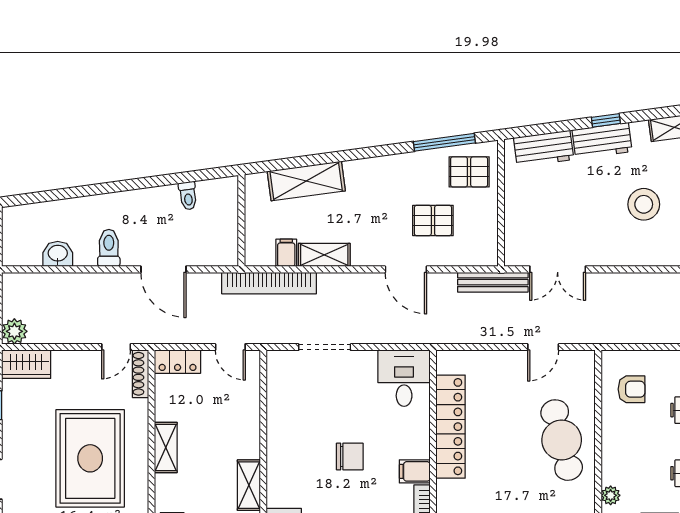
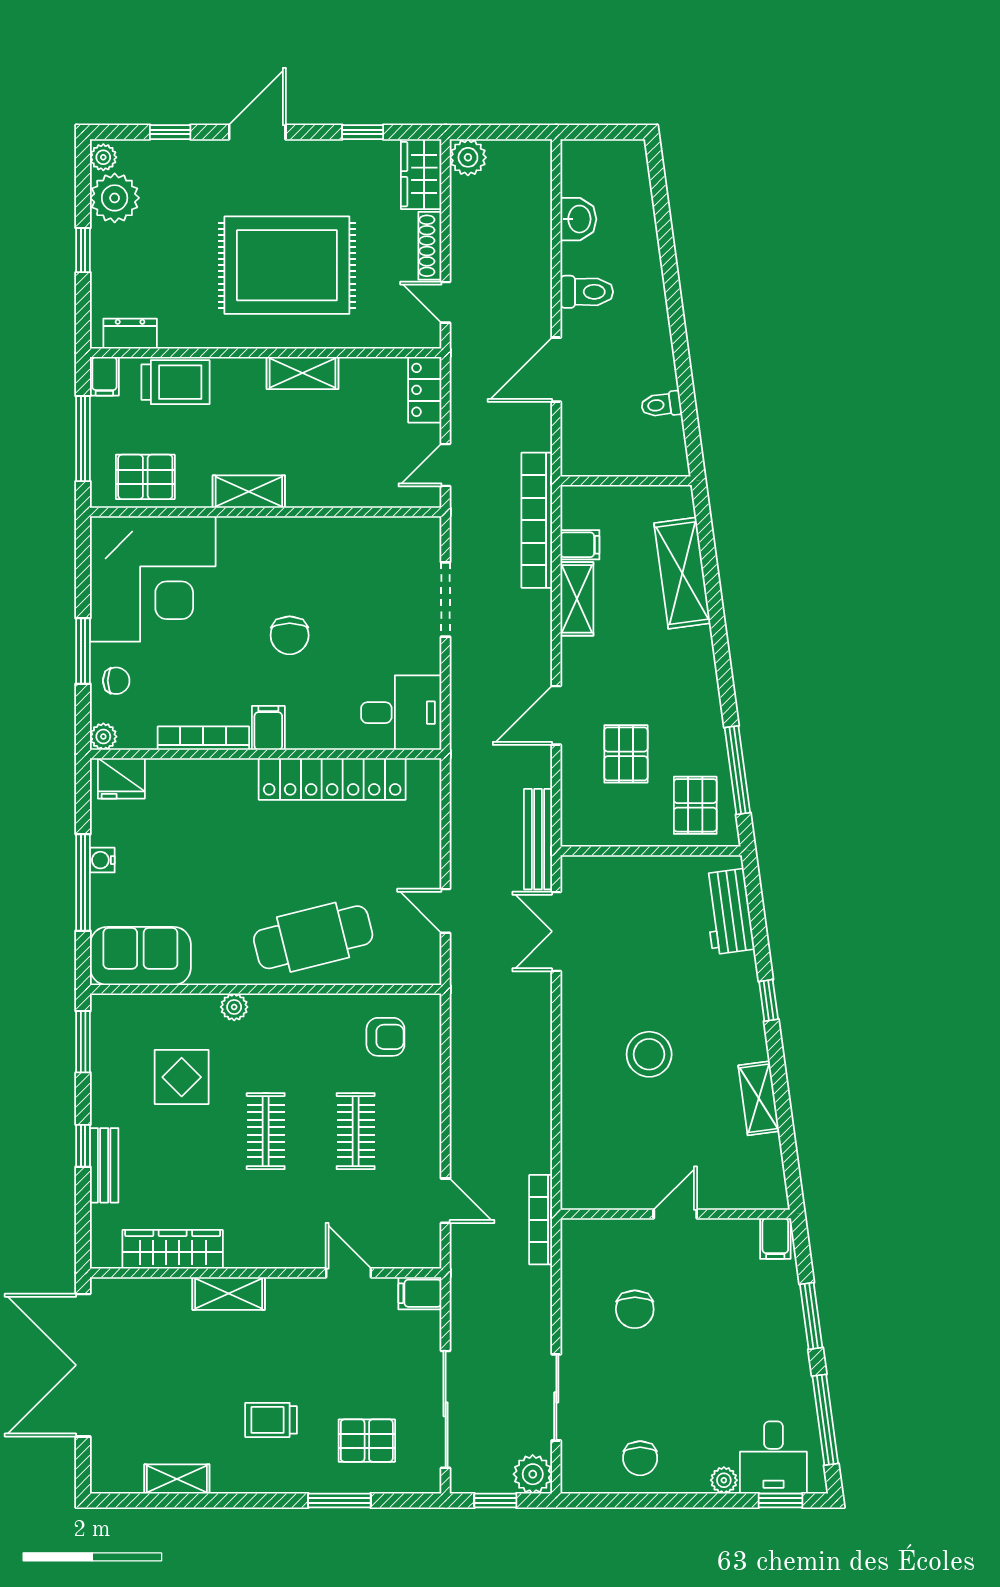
workbench: (602, 141) -> (740, 995), removed
shoe rack: (141, 374) -> (430, 246), moved, turned -90
armchair: (632, 389) -> (385, 1037), turned -90

